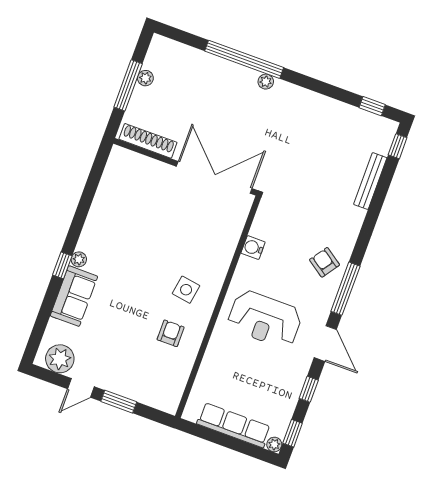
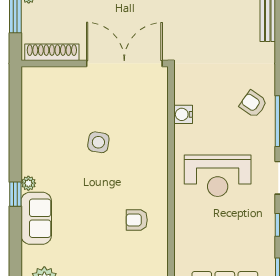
side table: (186, 290) -> (98, 142), moved
armchair: (171, 333) -> (137, 220), turned -90

